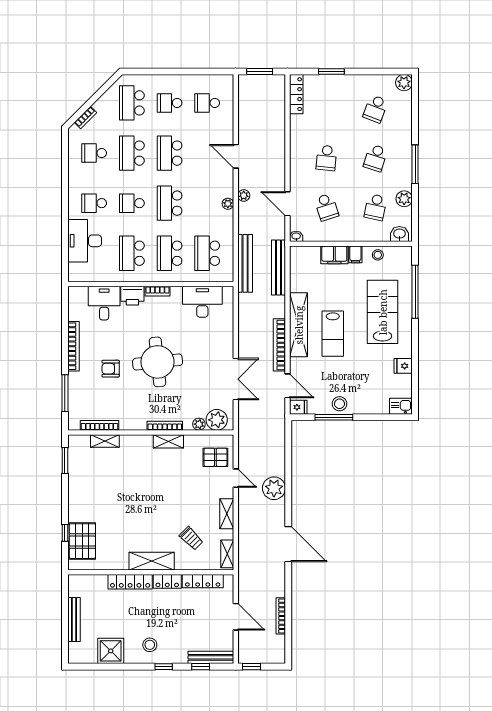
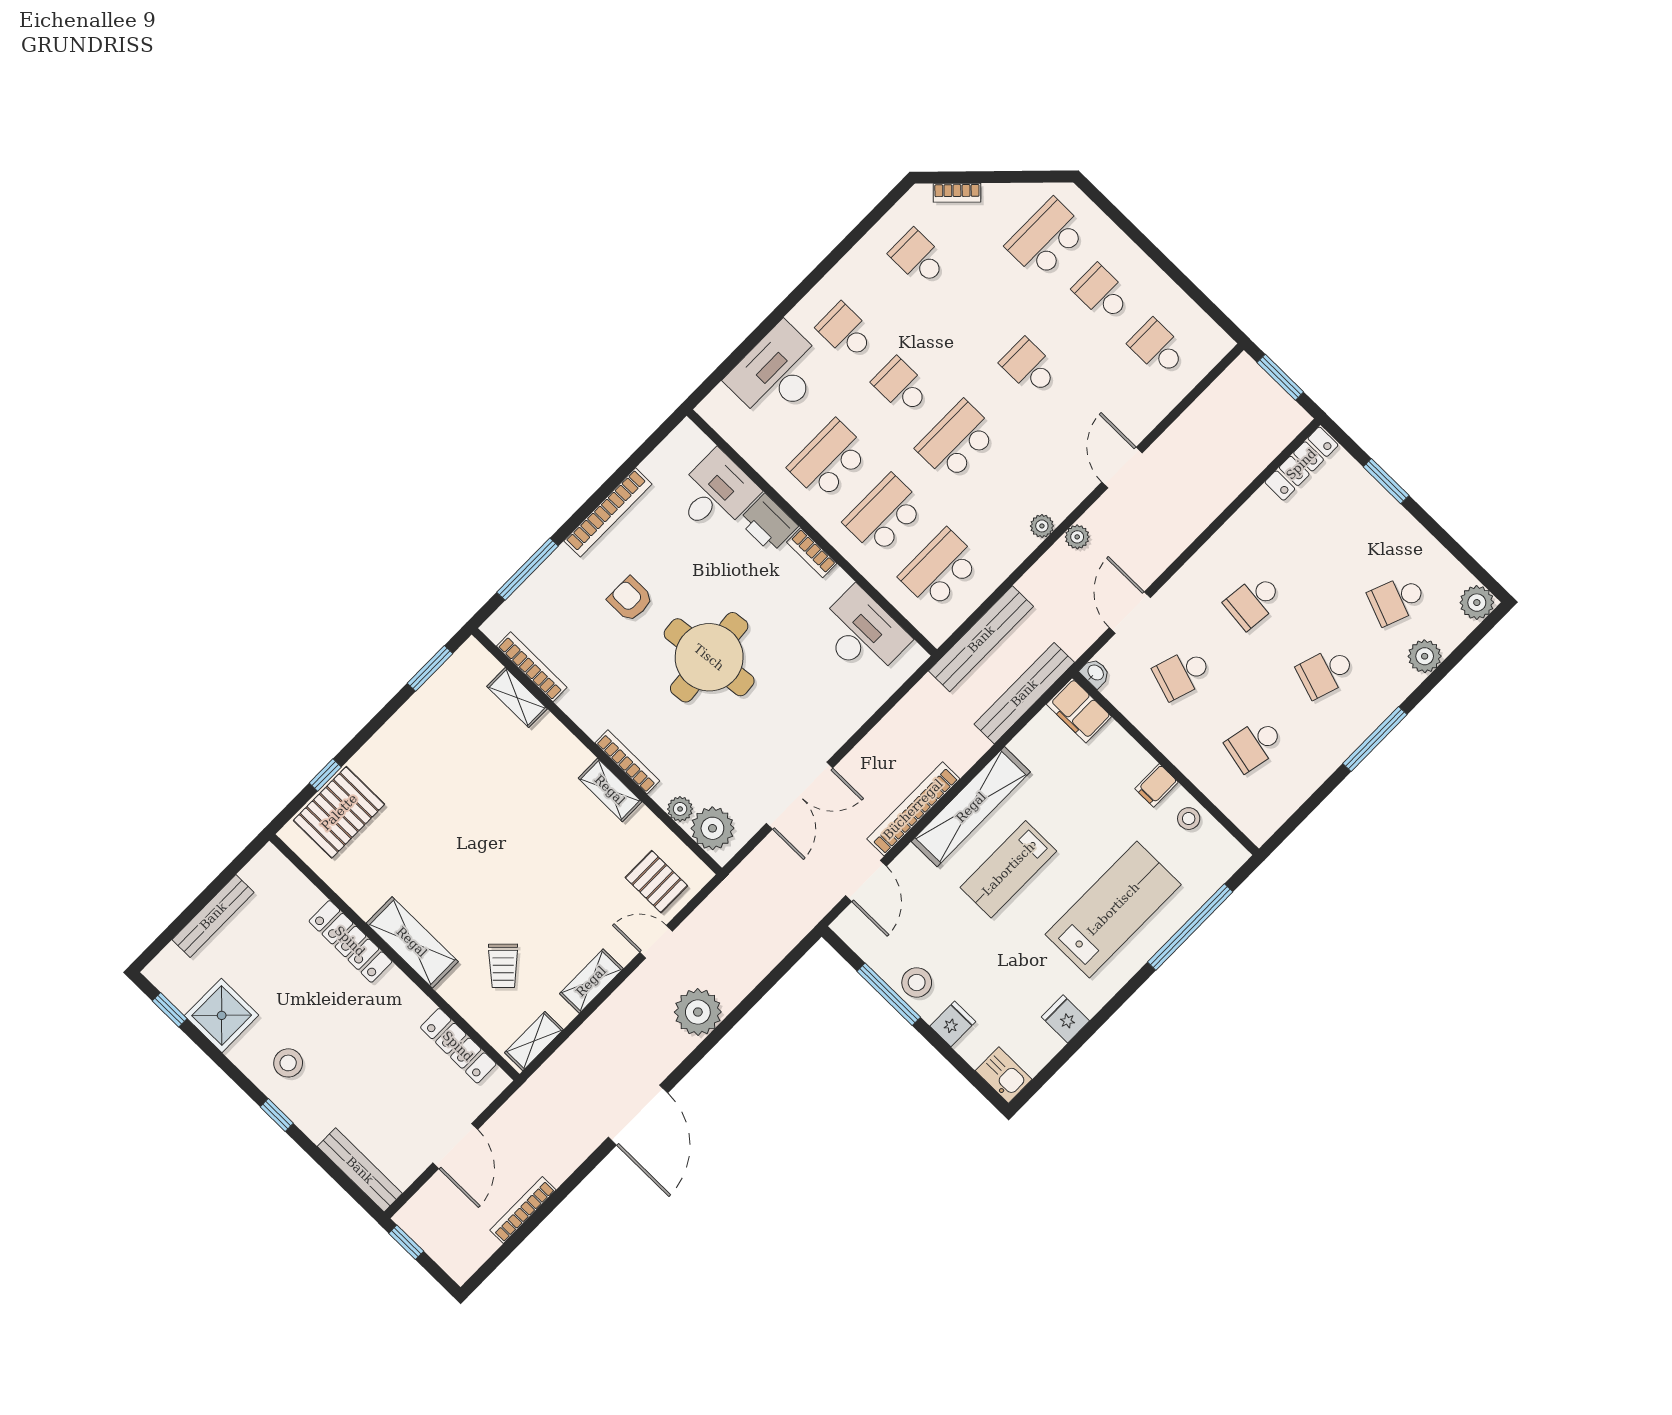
school desk: (132, 153) -> (974, 312), removed
school desk: (170, 153) -> (1029, 367), width x0.54
plant: (404, 199) -> (1425, 656), moved
school desk: (326, 207) -> (1182, 674), turned 36
washbasin: (399, 234) -> (1251, 819), removed
filing cabinet: (334, 255) -> (1079, 710), moved
fridge: (298, 407) -> (953, 1024), moved, turned -90
door: (236, 478) -> (656, 942), swing flipped
locker: (167, 581) -> (406, 995), removed
window: (201, 667) -> (170, 1010), moved

